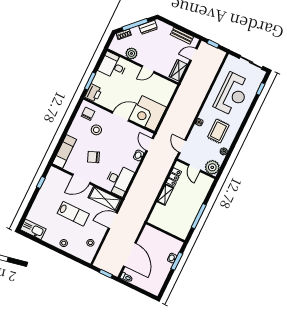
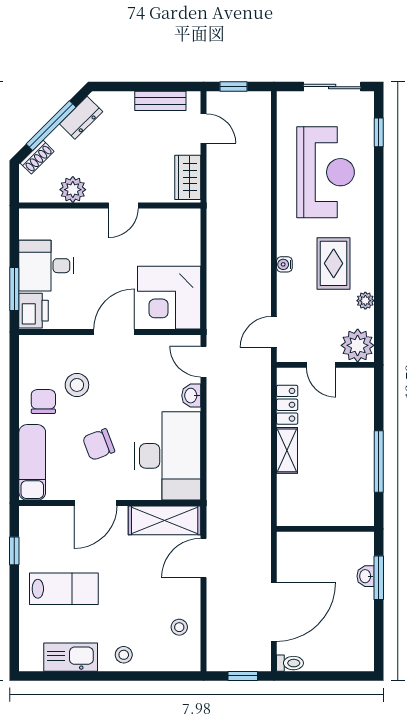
door: (193, 54) -> (204, 128), swing flipped
desk: (113, 66) -> (46, 266), moved
chair: (88, 114) -> (43, 402), moved
door: (182, 146) -> (274, 332), hinge flipped
desk: (119, 180) -> (168, 456), width x1.36, depth x1.30
lab bench: (73, 214) -> (64, 589), moved
kitchen sink: (33, 229) -> (71, 657), moved
door: (130, 255) -> (274, 612), hinge flipped

